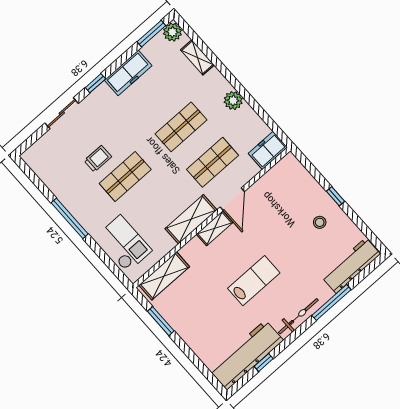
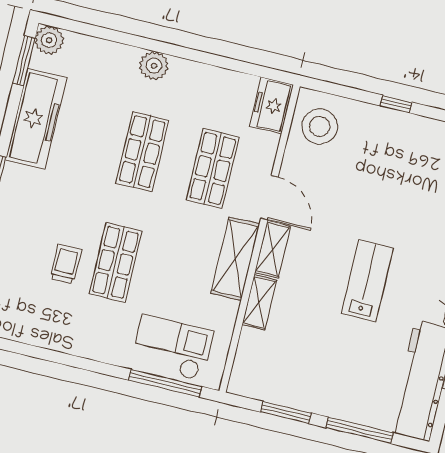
shelving: (197, 57) -> (102, 50), removed
freezer: (128, 73) -> (36, 119), width x1.36, depth x1.26
plant: (233, 101) -> (154, 66), moved
window: (70, 218) -> (165, 383), moved
stool: (320, 222) -> (320, 127), moved, width x1.89, depth x1.89
shelving: (164, 276) -> (259, 302), moved, width x0.67, depth x0.75
window: (194, 358) -> (360, 430), added

